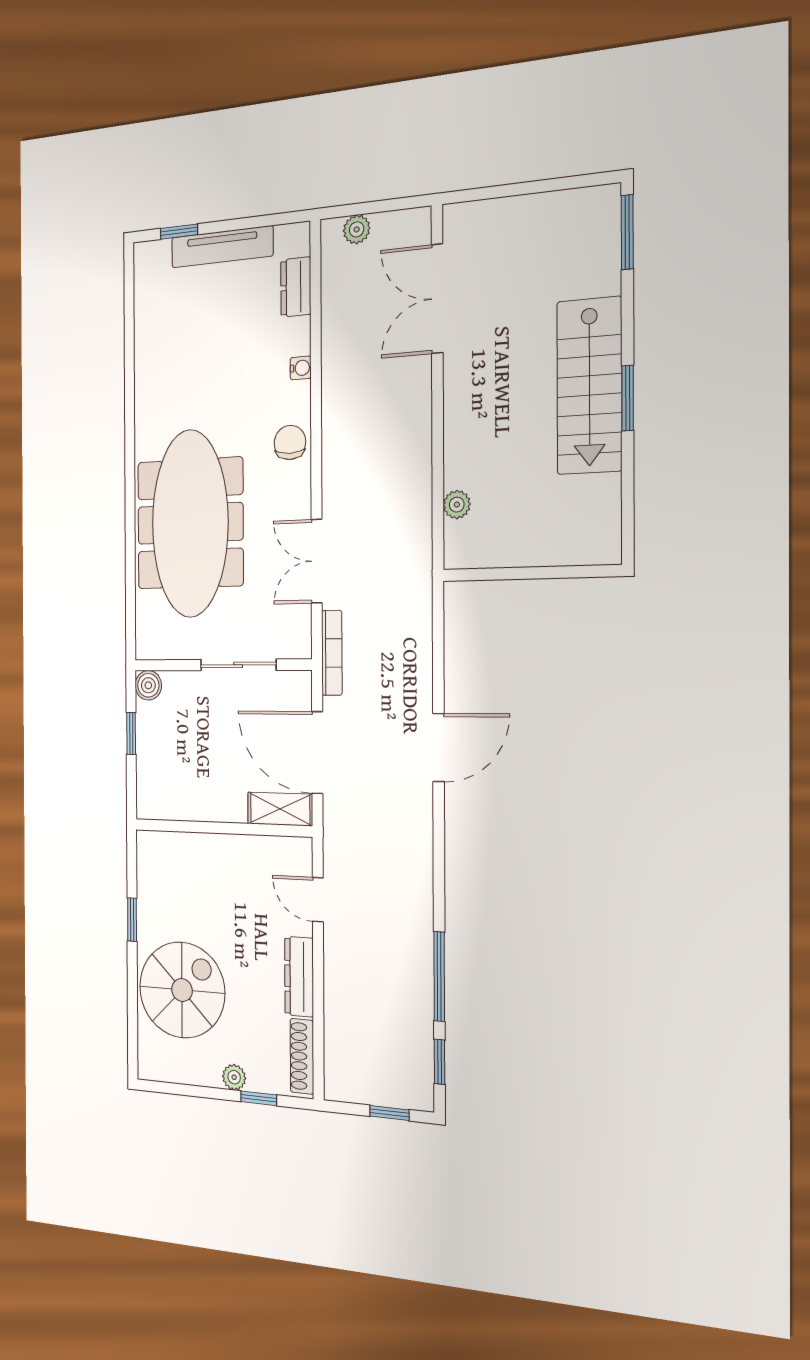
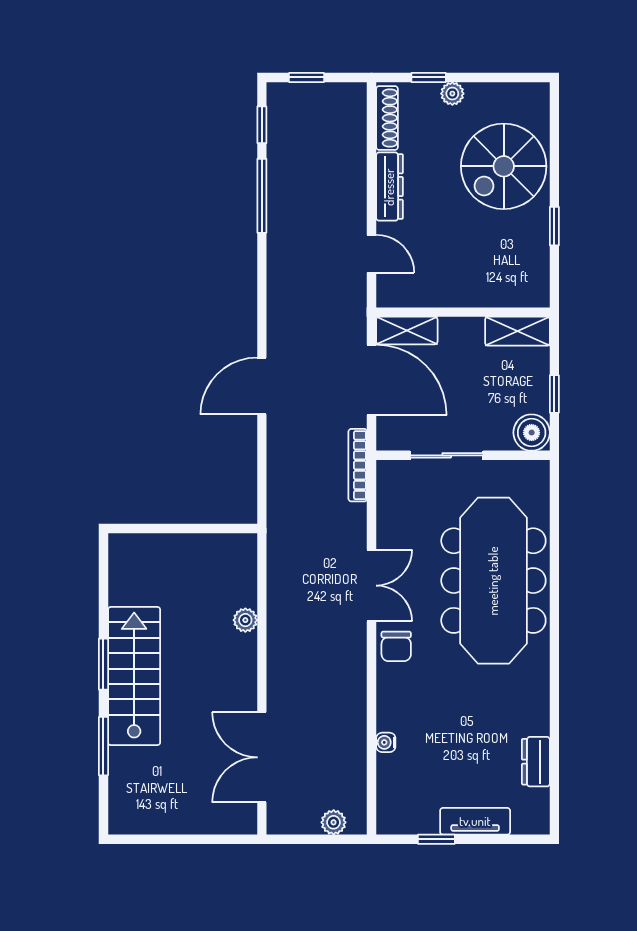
window: (179, 232) -> (436, 839), moved
window: (627, 232) -> (103, 746), moved
tv unit: (222, 247) -> (475, 821), width x0.71
dresser: (296, 287) -> (536, 762), moved, turned 180
double door: (437, 299) -> (262, 757), swing flipped
water cooler: (301, 368) -> (386, 742), moved
plant: (457, 505) -> (245, 620), moved
double door: (317, 561) -> (372, 586), moved
boiler: (148, 685) -> (532, 433), width x1.36, depth x1.36
shelving: (167, 804) -> (518, 331), added

